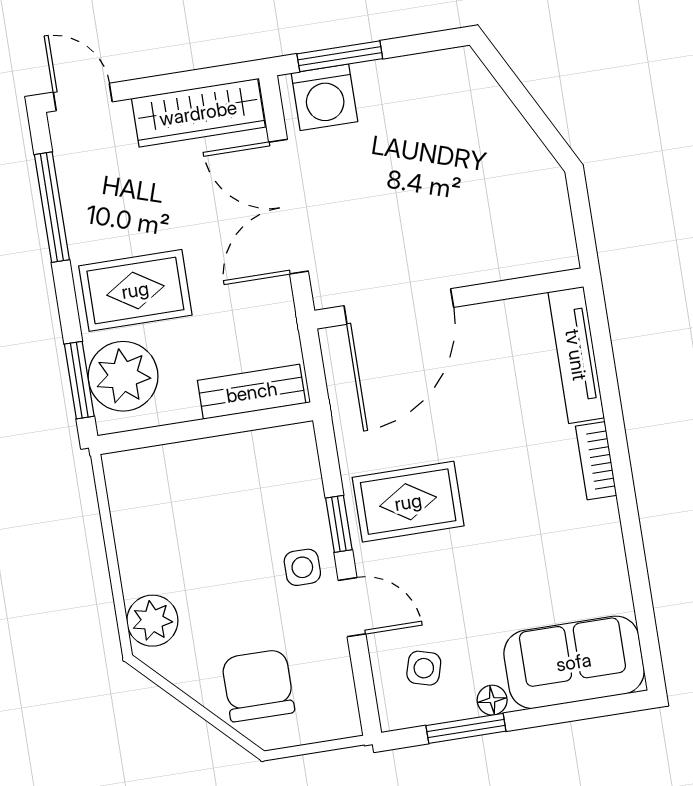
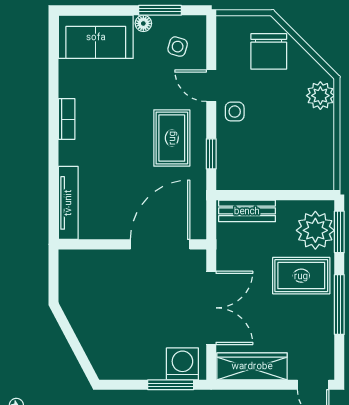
window: (52, 207) -> (339, 305), moved
bookcase: (596, 461) -> (67, 119), moved
rug: (408, 502) -> (172, 138), turned 90
window: (339, 524) -> (211, 154), moved

